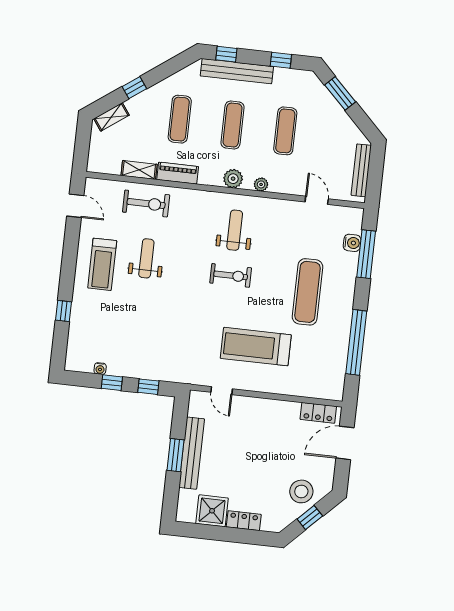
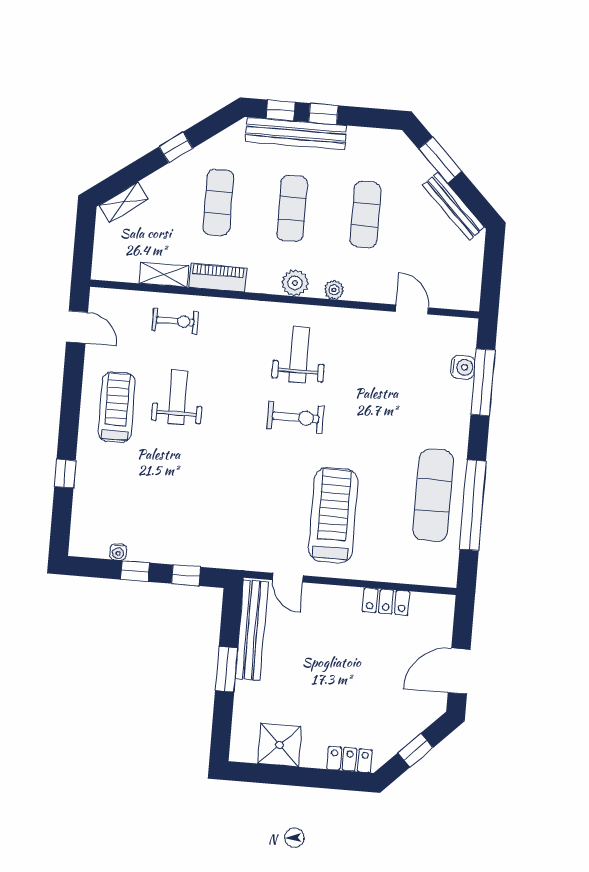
window: (281, 60) -> (323, 114), moved
window: (134, 88) -> (176, 147), moved
bench: (361, 170) -> (453, 206), moved, turned -45
exercise bike: (146, 203) -> (175, 321), width x0.73, depth x0.72
treadmill: (102, 264) -> (117, 407), turned 180
exercise mat: (308, 292) -> (433, 495), moved
treadmill: (256, 347) -> (333, 515), turned 90
locker: (318, 413) -> (386, 602), moved
door: (345, 443) -> (459, 671), moved
bench: (192, 453) -> (252, 630), moved
stool: (301, 491) -> (403, 714), removed
locker: (244, 521) -> (350, 759), moved

